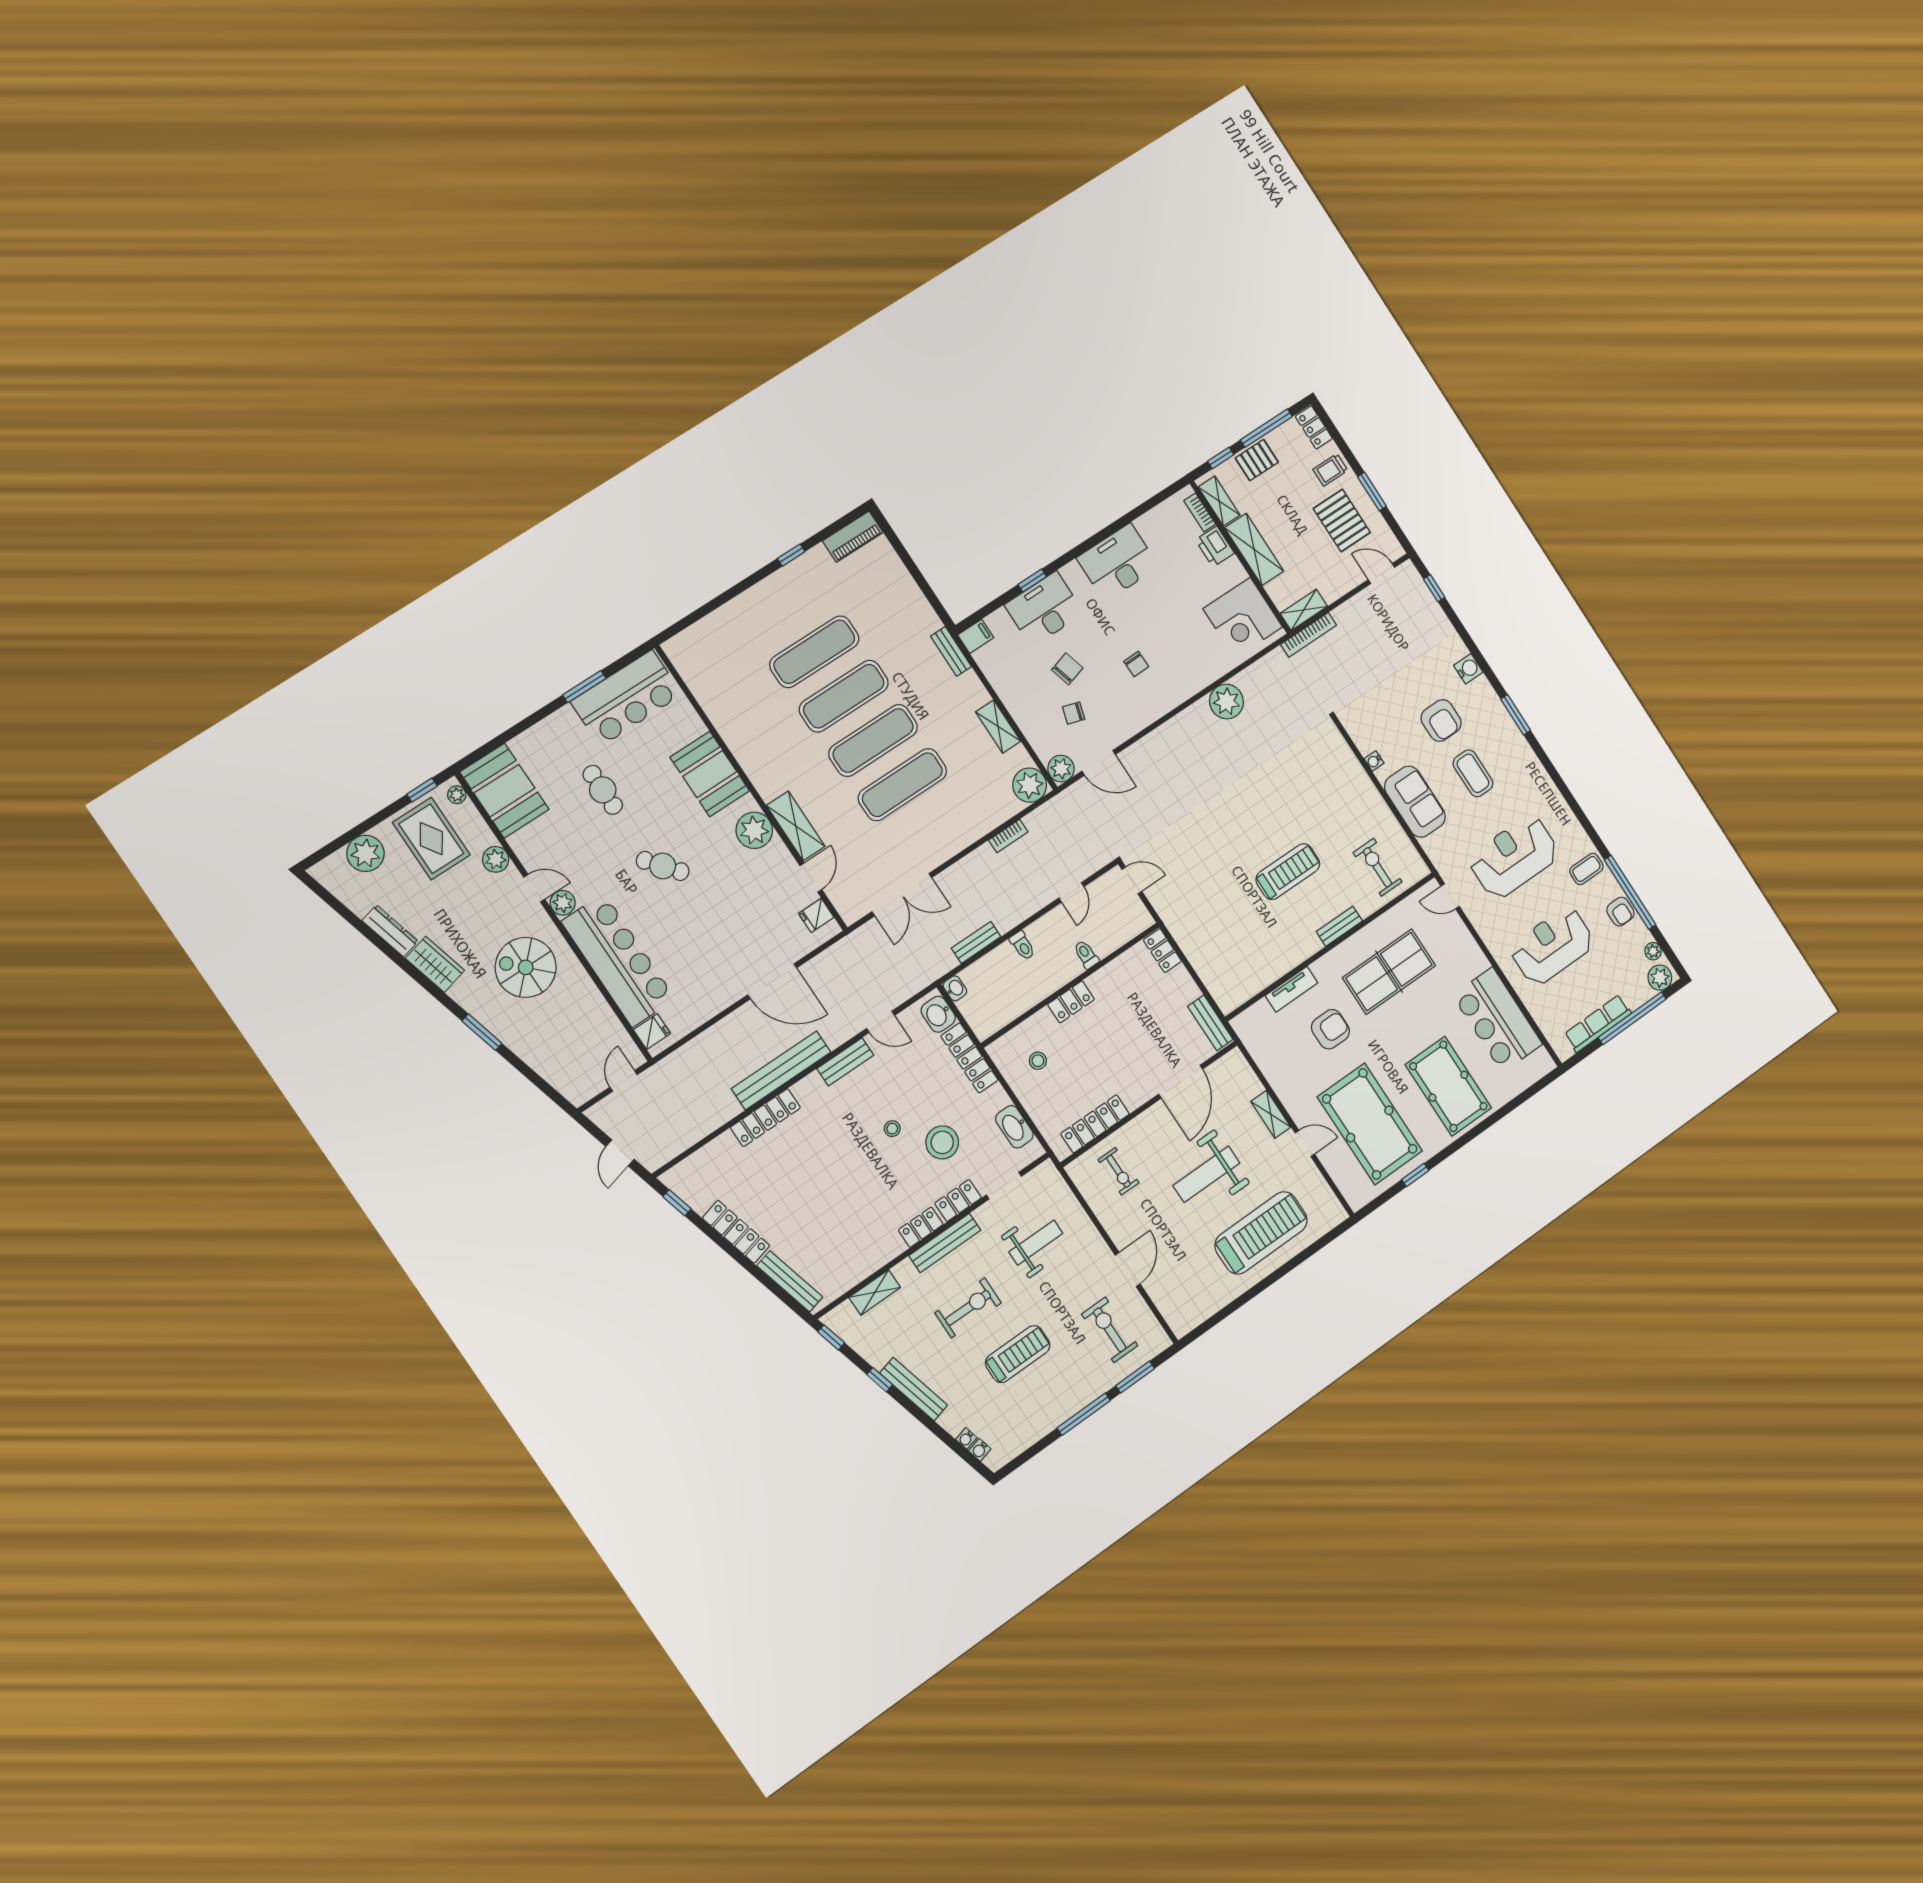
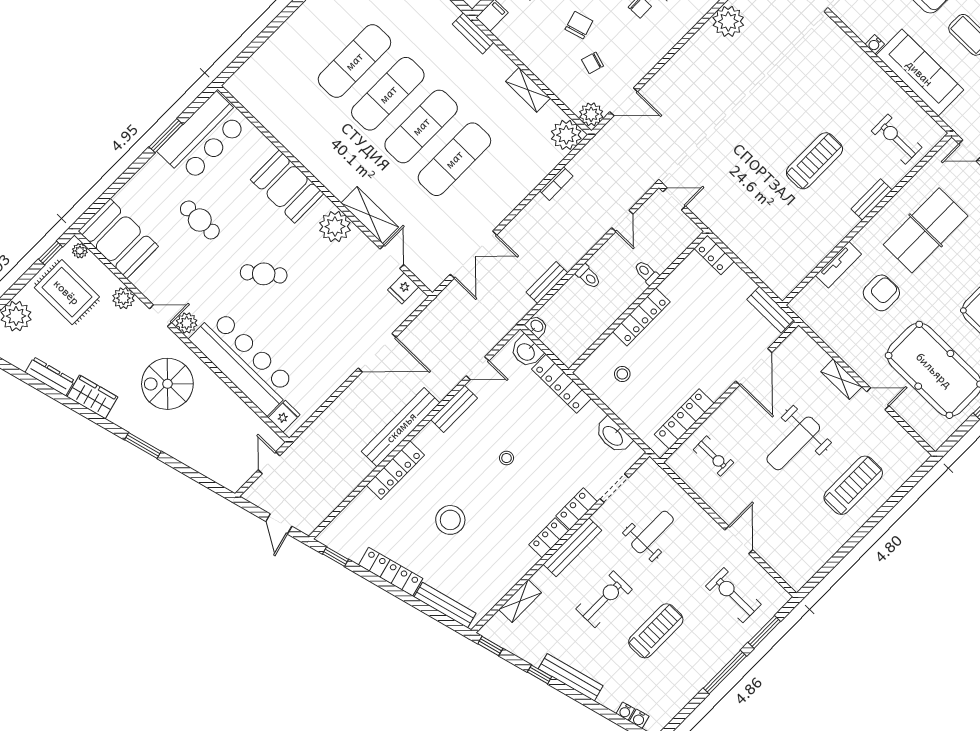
sofa: (1415, 802) -> (920, 73), width x1.36
locker: (1071, 1002) -> (641, 317), width x1.53
stool: (942, 1142) -> (450, 520), moved
treadmill: (1261, 1233) -> (853, 485), width x0.73, depth x0.73

